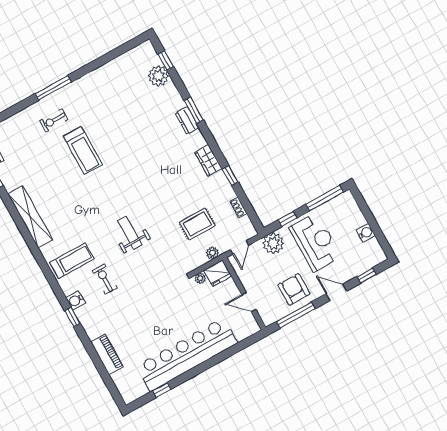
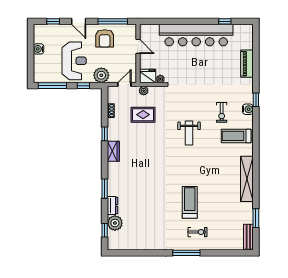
dresser: (187, 120) -> (112, 205), moved
reception desk: (315, 242) -> (74, 61), turned 180

